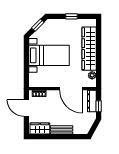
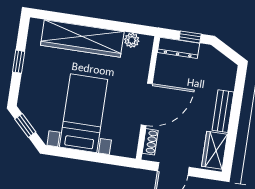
door: (71, 89) -> (147, 104), moved

